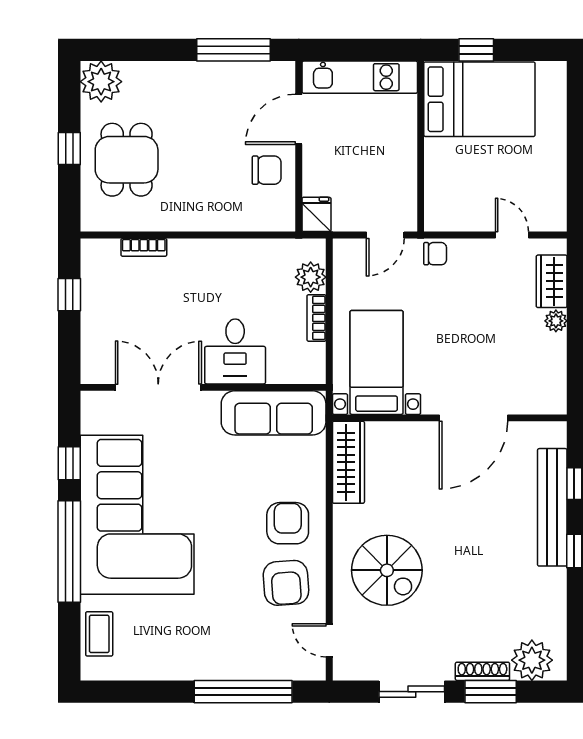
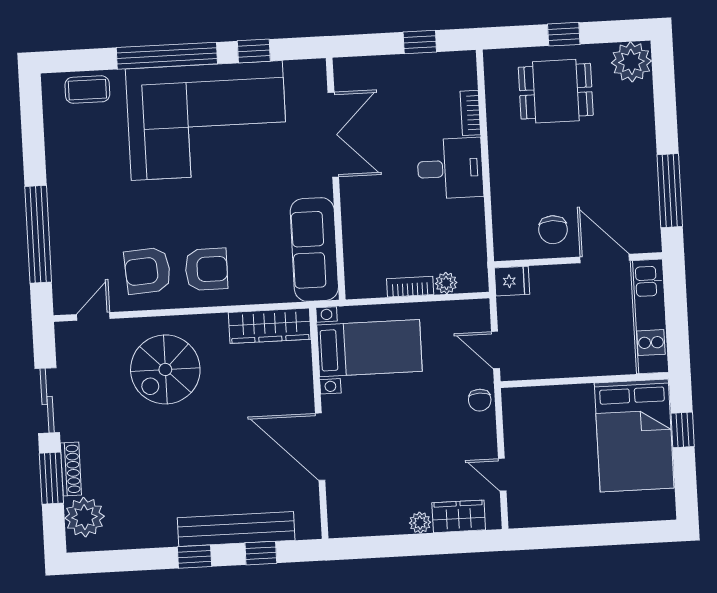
door: (512, 235) -> (502, 475), swing flipped
plant: (311, 277) -> (446, 283), width x0.73, depth x0.73
desk: (235, 351) -> (450, 168), moved, turned 180

